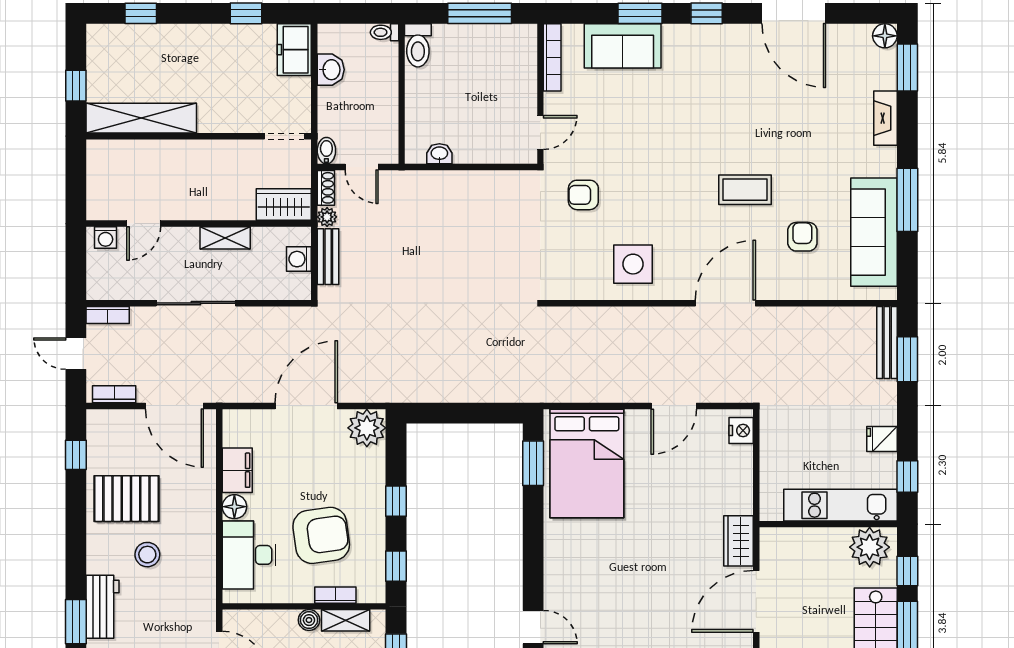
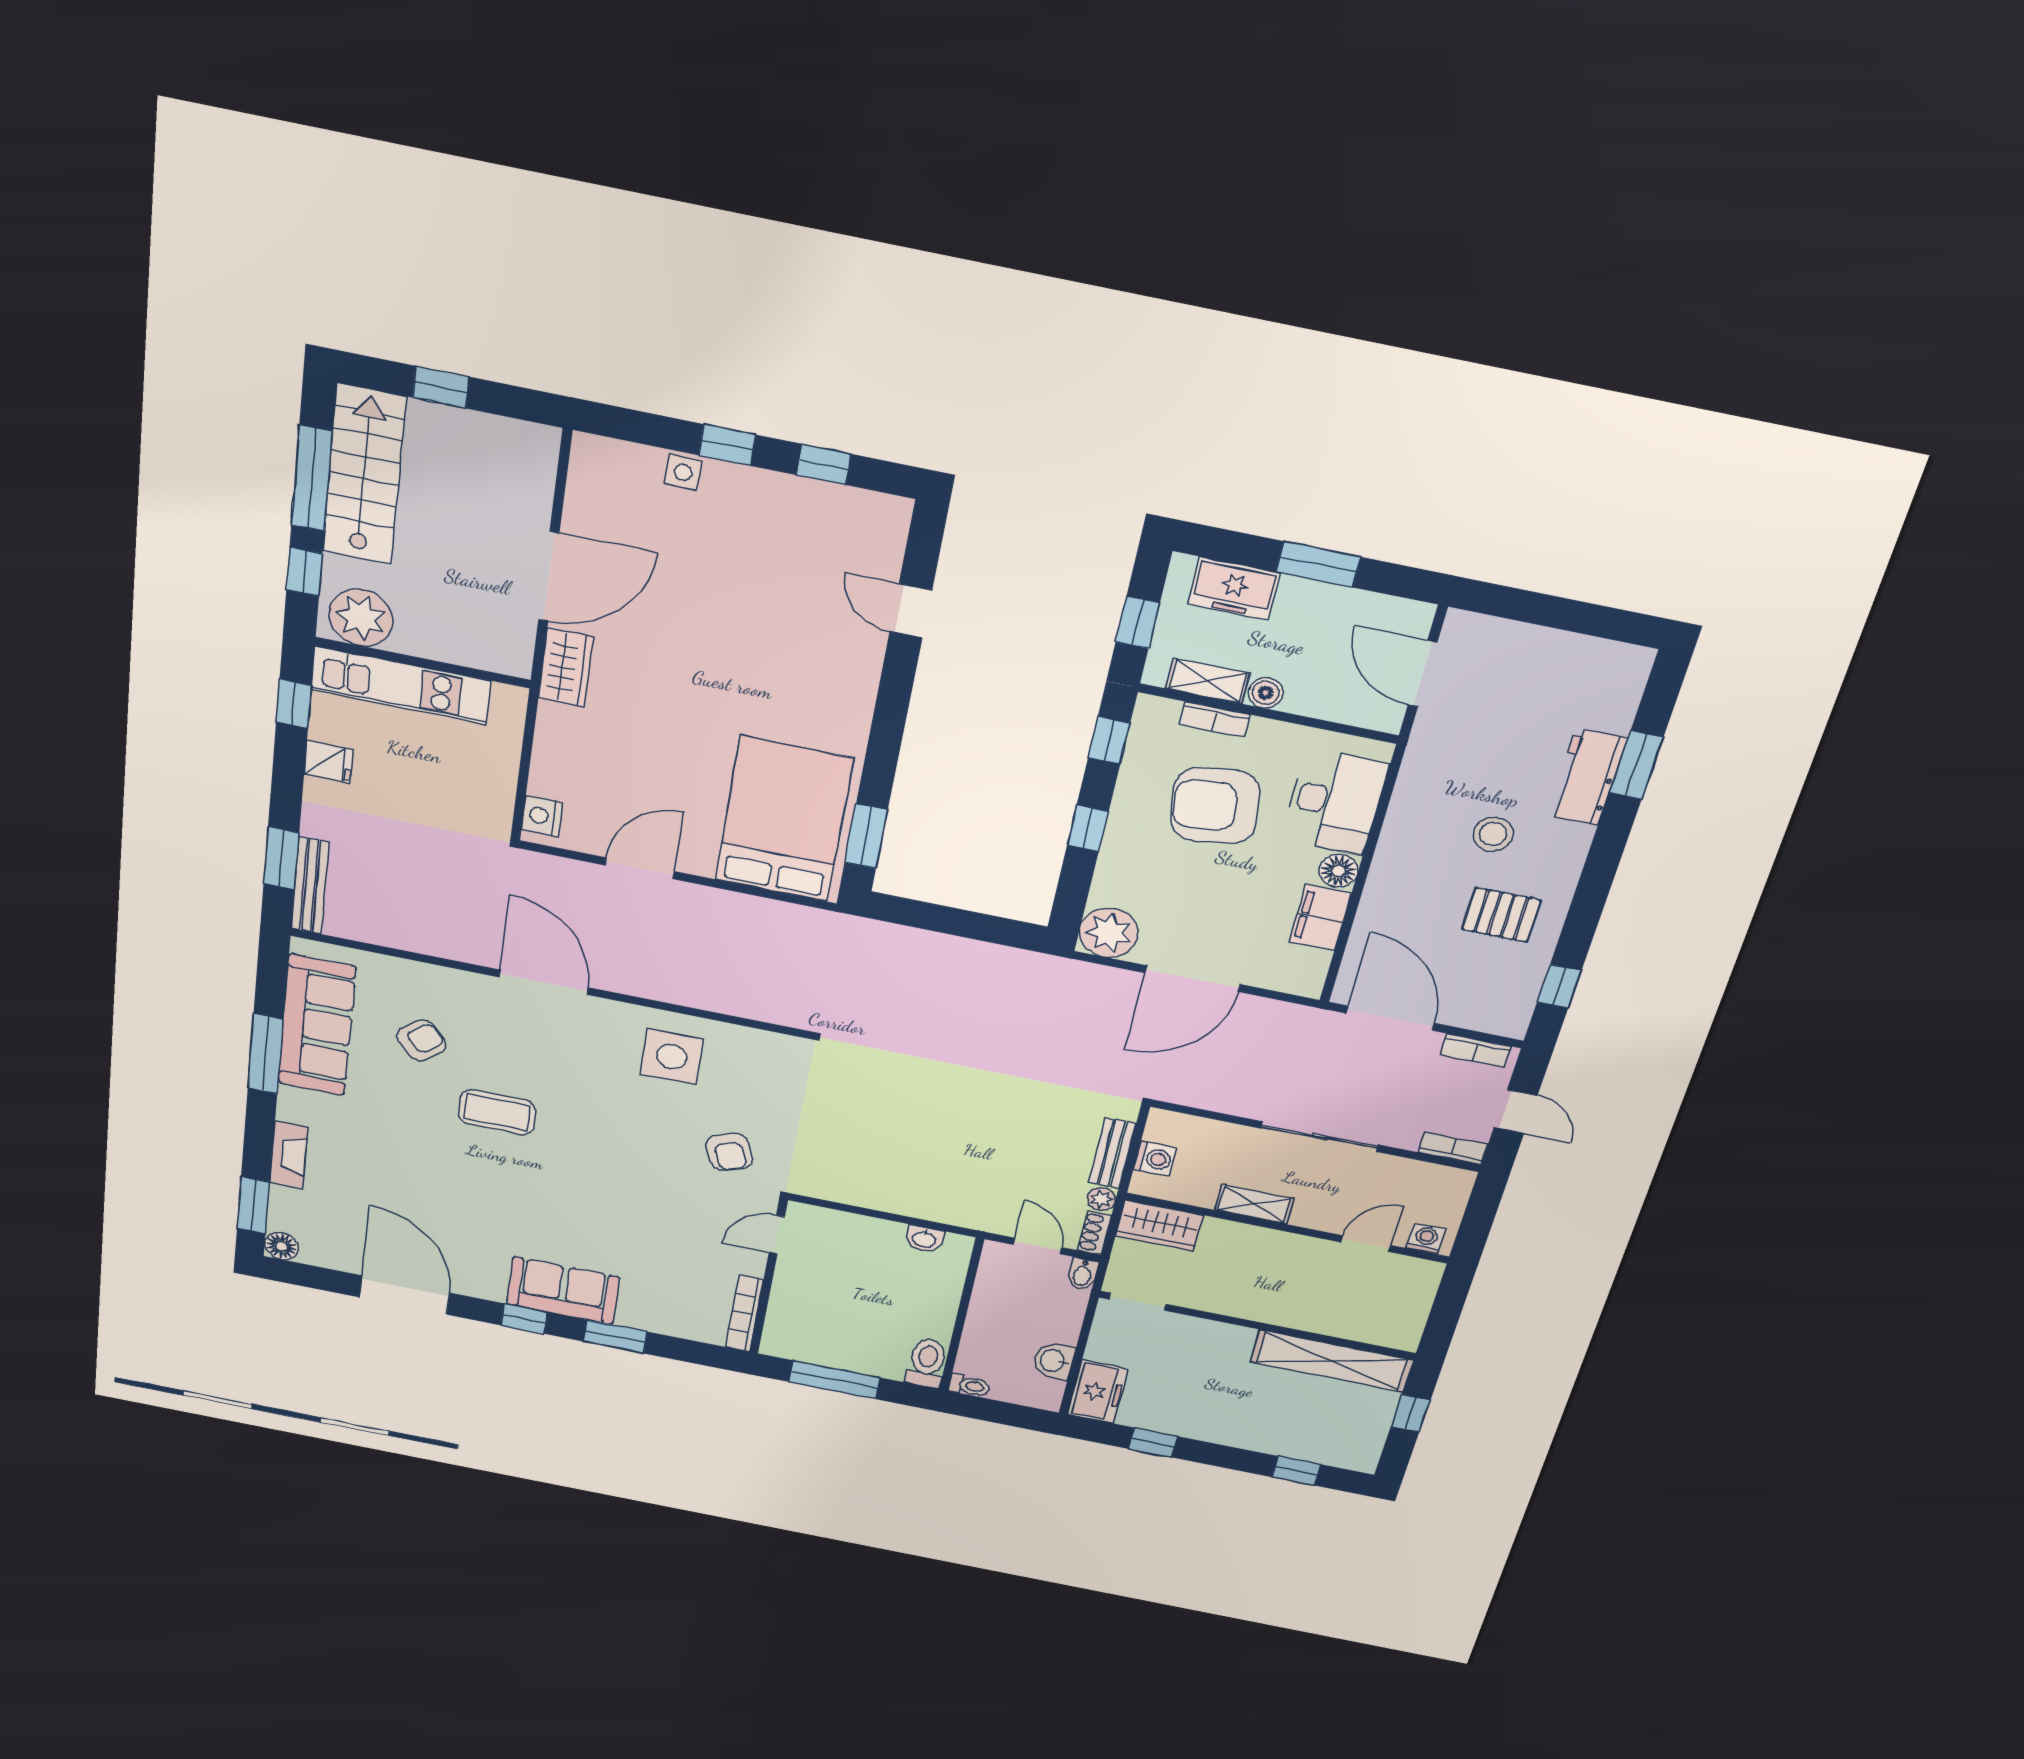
sofa: (623, 46) -> (563, 1291), moved
armchair: (583, 195) -> (729, 1152), turned 68
armchair: (802, 237) -> (421, 1040), turned -131
door: (725, 303) -> (544, 982), swing flipped
pallet: (126, 499) -> (1501, 915), width x0.67, depth x0.71

